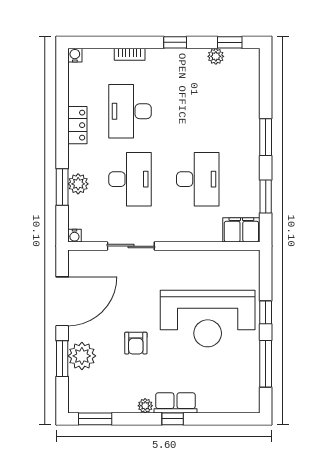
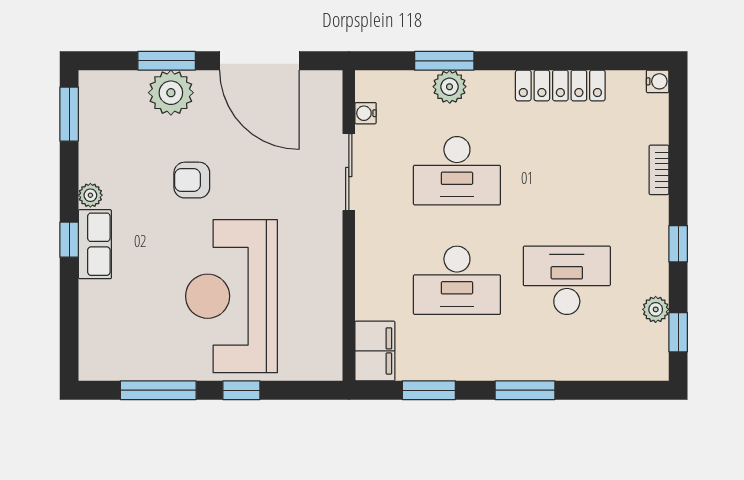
desk: (130, 111) -> (567, 280), moved
locker: (77, 125) -> (560, 85), width x1.53
water cooler: (74, 236) -> (366, 113), moved

